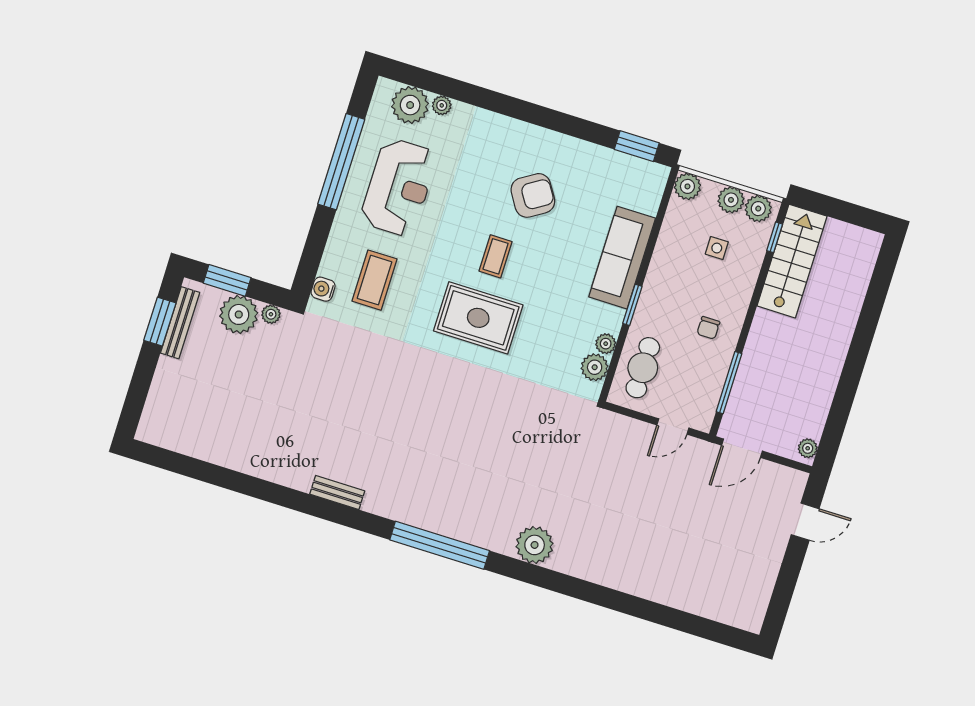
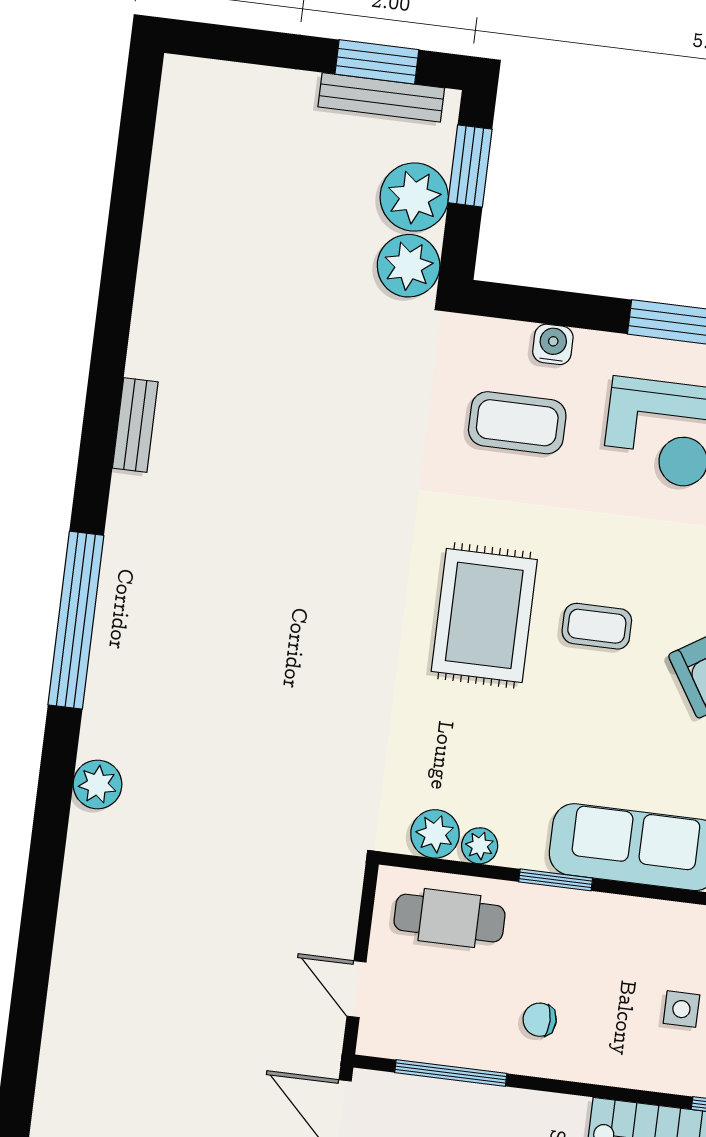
water cooler: (323, 289) -> (553, 344), moved
plant: (271, 314) -> (409, 266), width x1.88, depth x1.88
plant: (535, 545) -> (97, 784), width x0.73, depth x0.73

